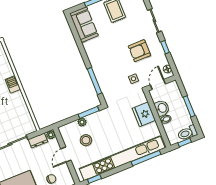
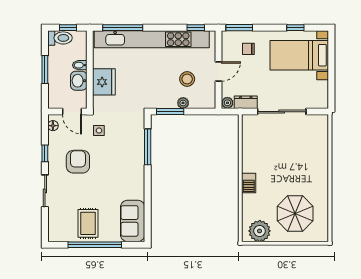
armchair: (139, 51) -> (78, 162), turned -90
door: (158, 84) -> (72, 112), hinge flipped

